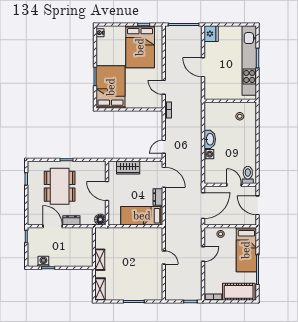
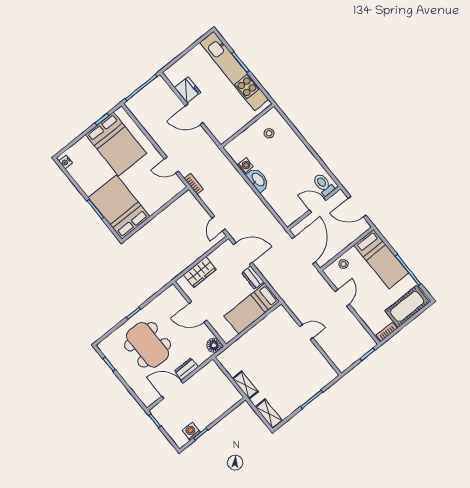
fridge: (211, 34) -> (187, 90), moved
washing machine: (209, 154) -> (245, 166), moved

